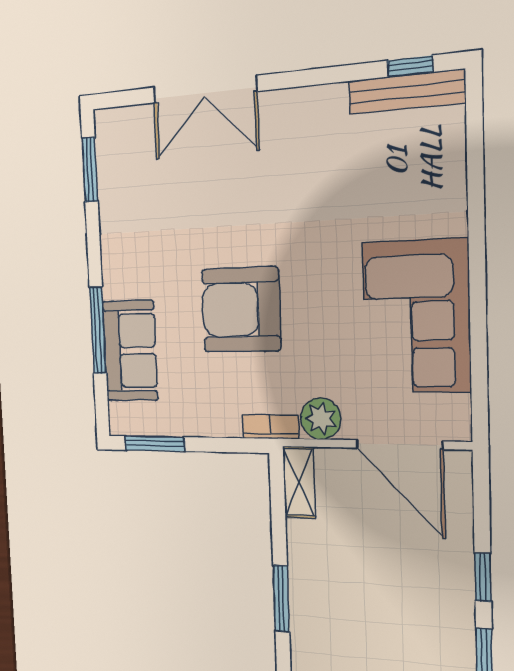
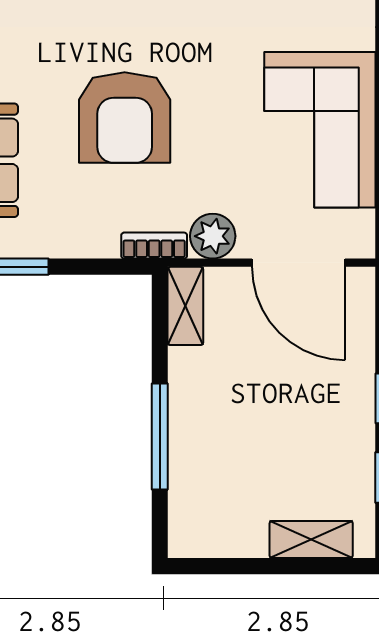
armchair: (241, 310) -> (125, 118), turned -90
window: (281, 599) -> (160, 436), width x1.44

